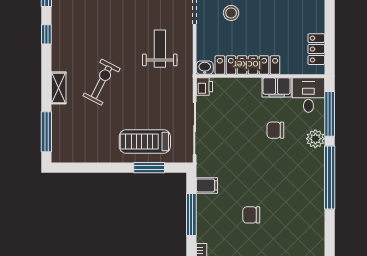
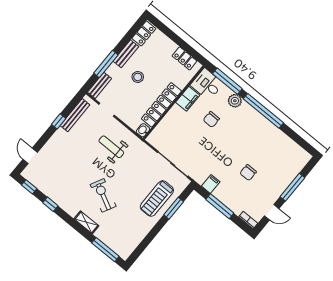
stool: (231, 13) -> (138, 77), moved
printer: (204, 87) -> (154, 139), removed

